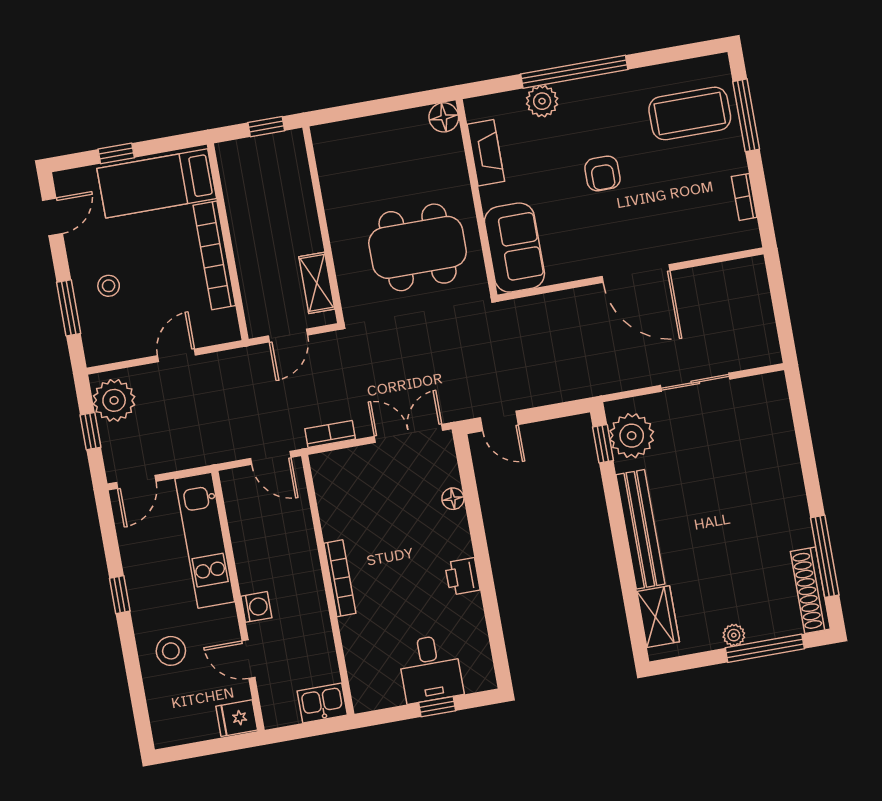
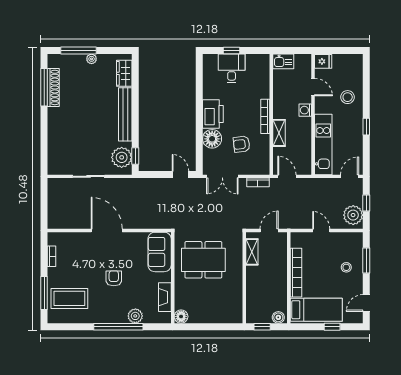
boiler: (235, 153) -> (278, 317), added
door: (177, 355) -> (321, 230), swing flipped
floor lamp: (453, 499) -> (212, 139), width x1.89, depth x1.89
armchair: (380, 510) -> (242, 144), added
shelving: (304, 548) -> (279, 133), added
printer: (462, 576) -> (213, 114), width x1.87, depth x1.48
shoe rack: (810, 590) -> (53, 87), moved

